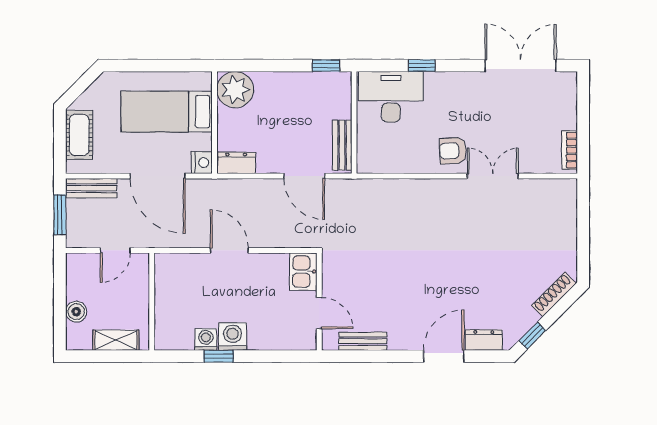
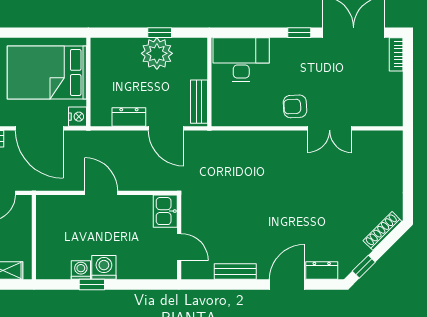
window: (326, 66) -> (160, 33), moved
window: (422, 66) -> (299, 33), moved
plant: (235, 90) -> (157, 53), moved
bed: (167, 112) -> (47, 72), width x1.50
bookcase: (570, 150) -> (396, 54), moved
dresser: (236, 163) -> (129, 117), moved
double door: (493, 176) -> (330, 128), swing flipped
bench: (363, 341) -> (235, 272), moved

